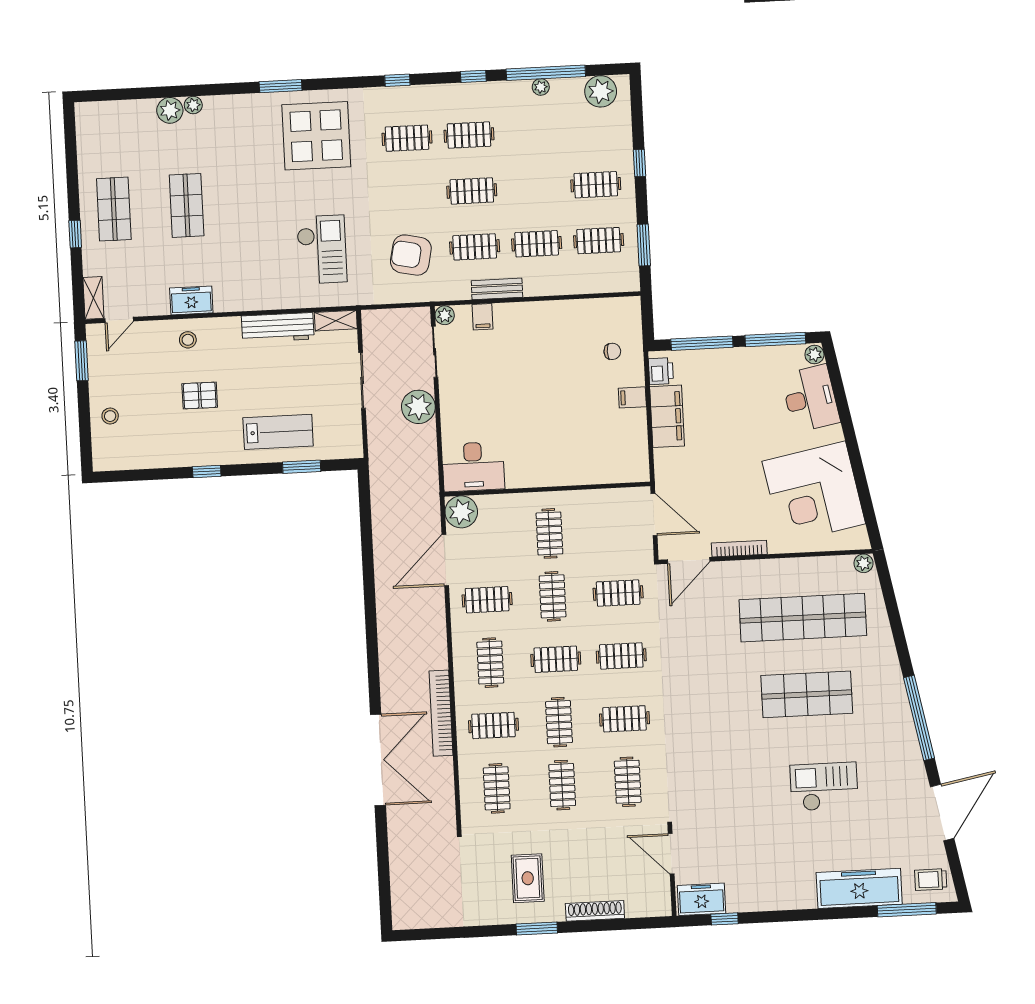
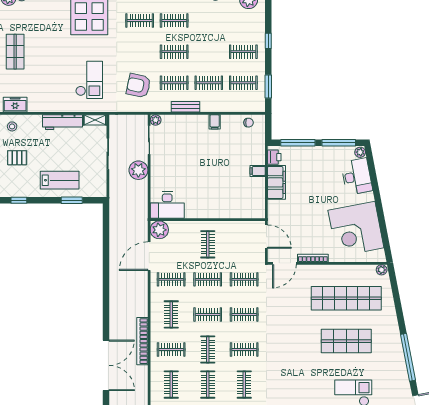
filing cabinet: (483, 317) -> (215, 122), moved
chair: (612, 351) -> (249, 123), moved
clothes rail: (553, 596) -> (208, 279), turned 90

